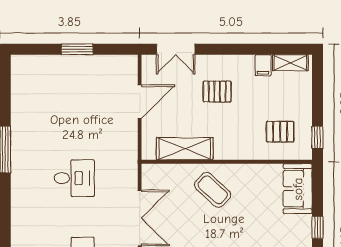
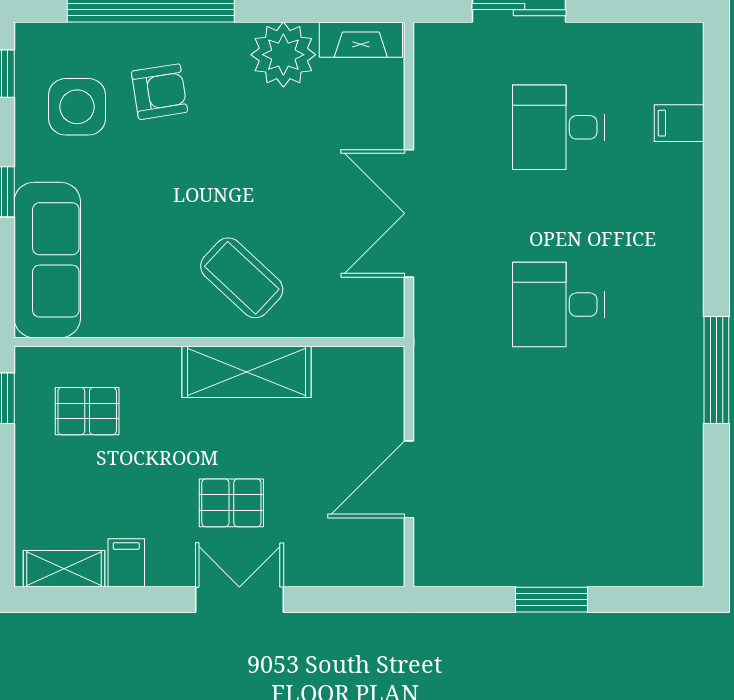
double door: (176, 49) -> (239, 600), moved
shelving: (185, 149) -> (247, 372), moved
sofa: (298, 189) -> (47, 260), width x1.36

